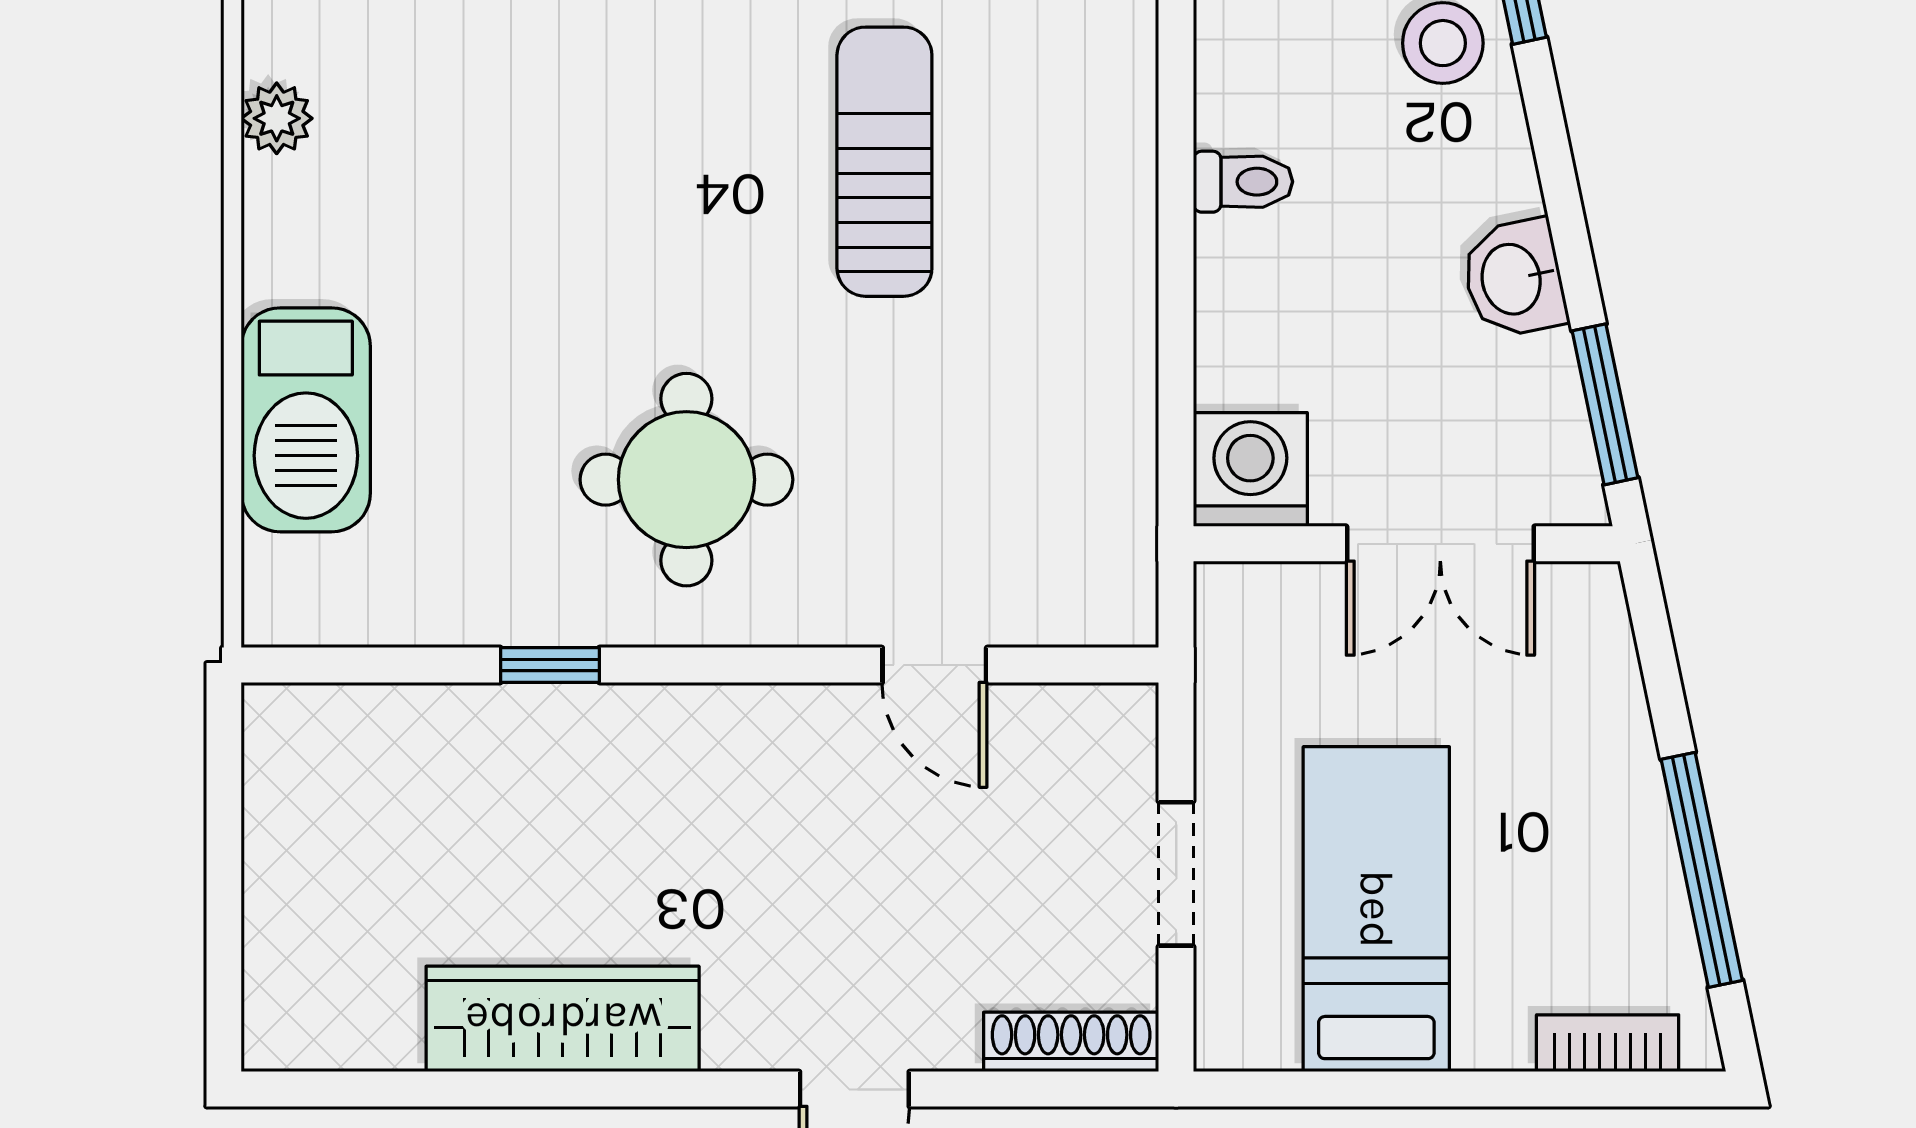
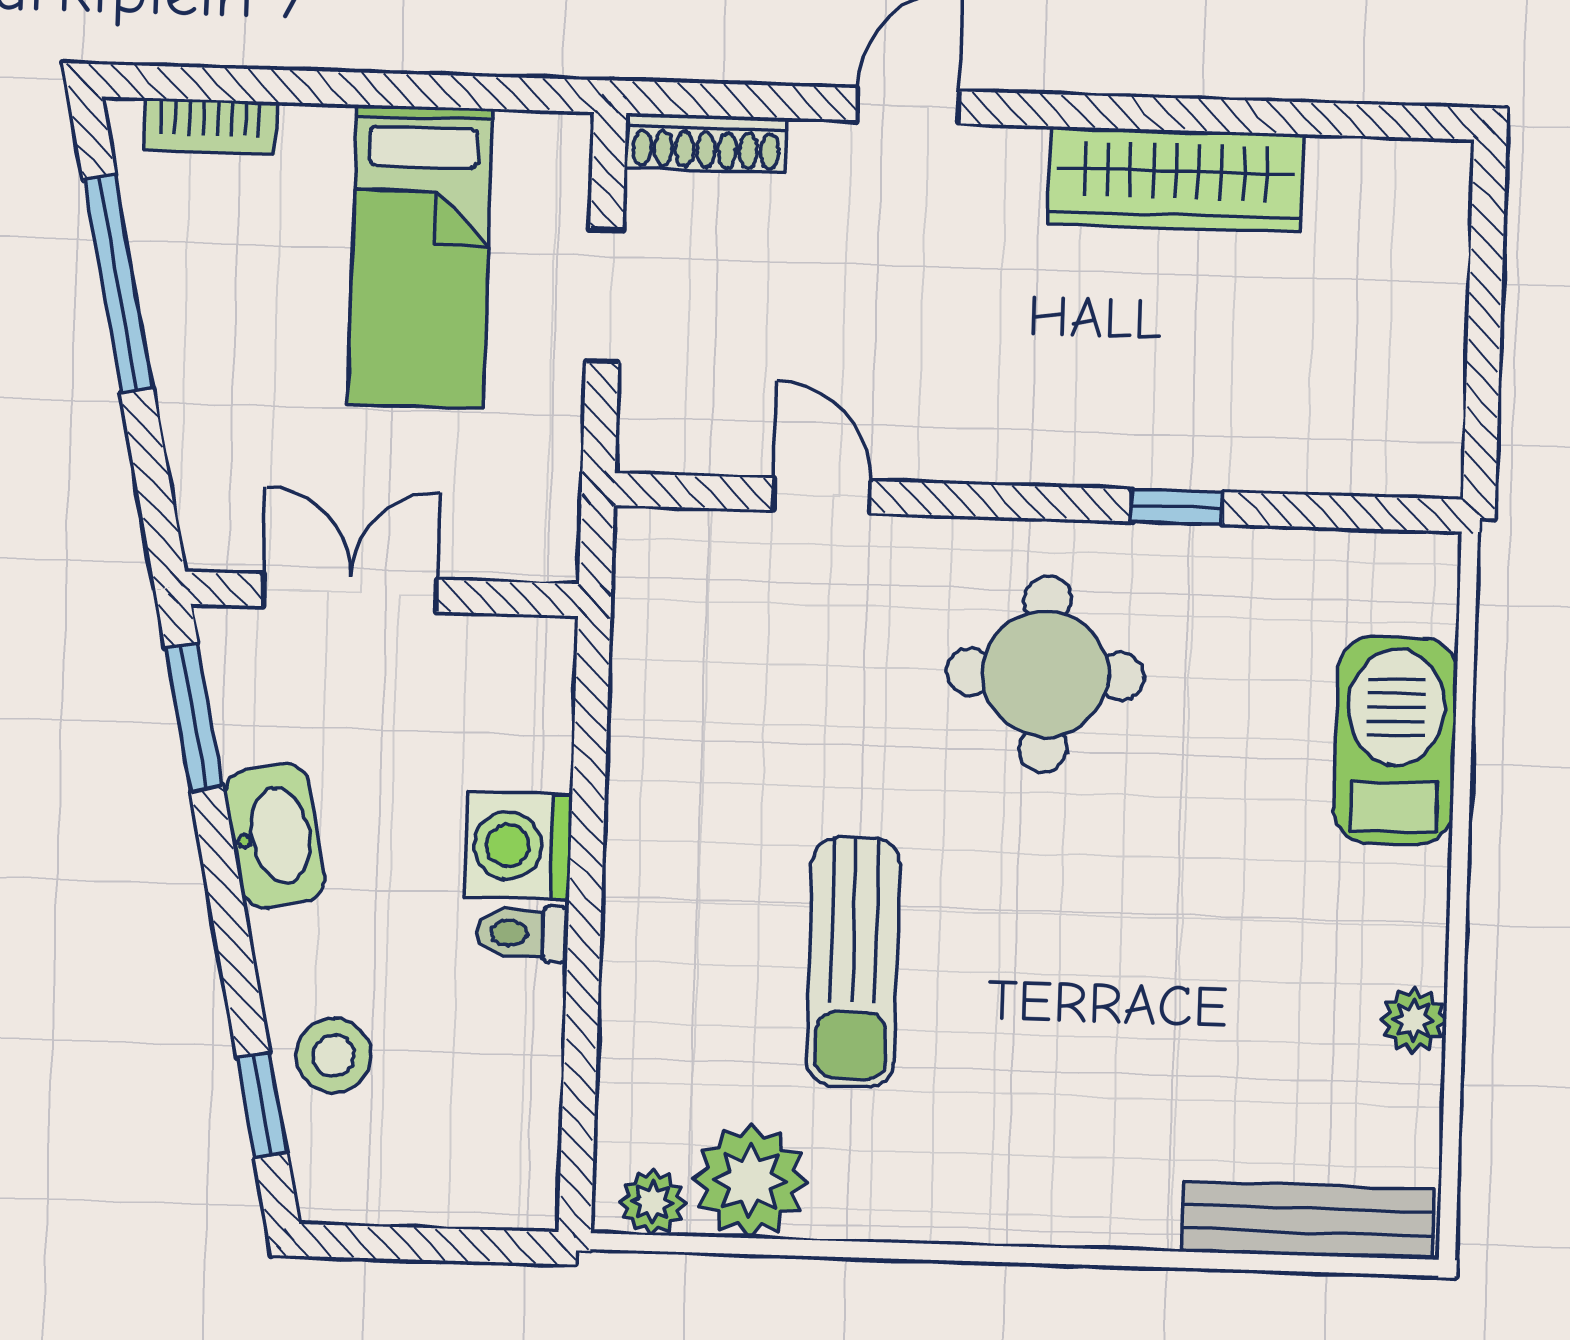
washbasin: (1514, 279) -> (275, 836), width x1.38
washing machine: (1250, 469) -> (518, 846), moved, turned 90

